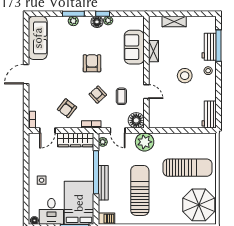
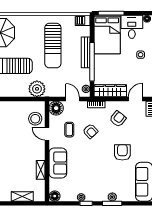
floor lamp: (97, 22) -> (55, 196), moved
sofa: (134, 47) -> (58, 163), moved
armchair: (92, 63) -> (122, 152), moved, turned 180
stool: (185, 76) -> (35, 119), moved
plant: (145, 142) -> (37, 89), moved

